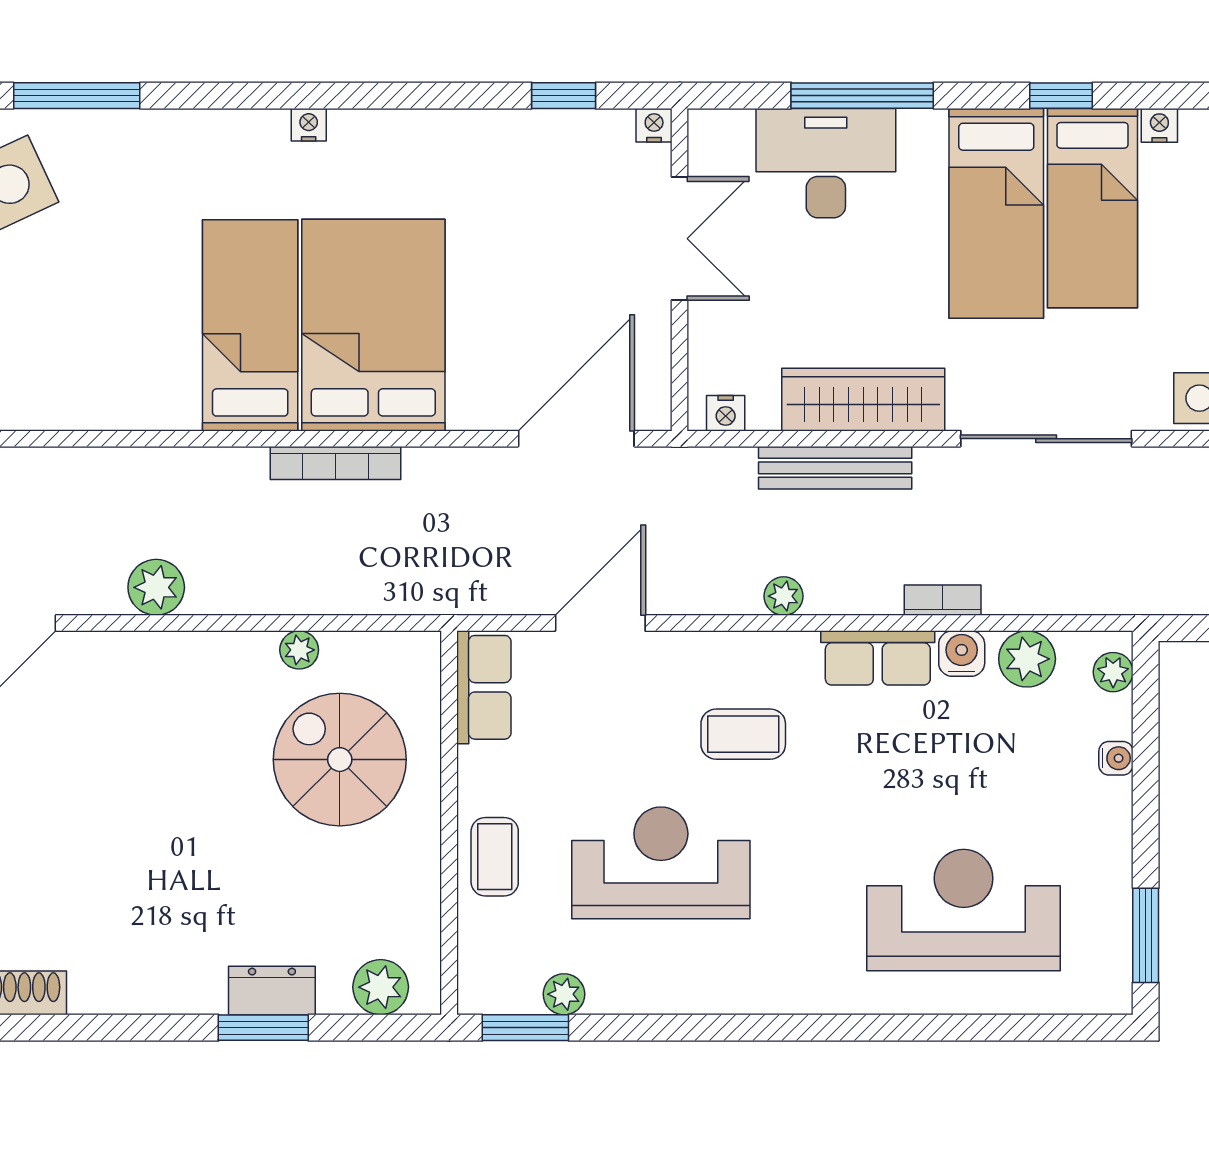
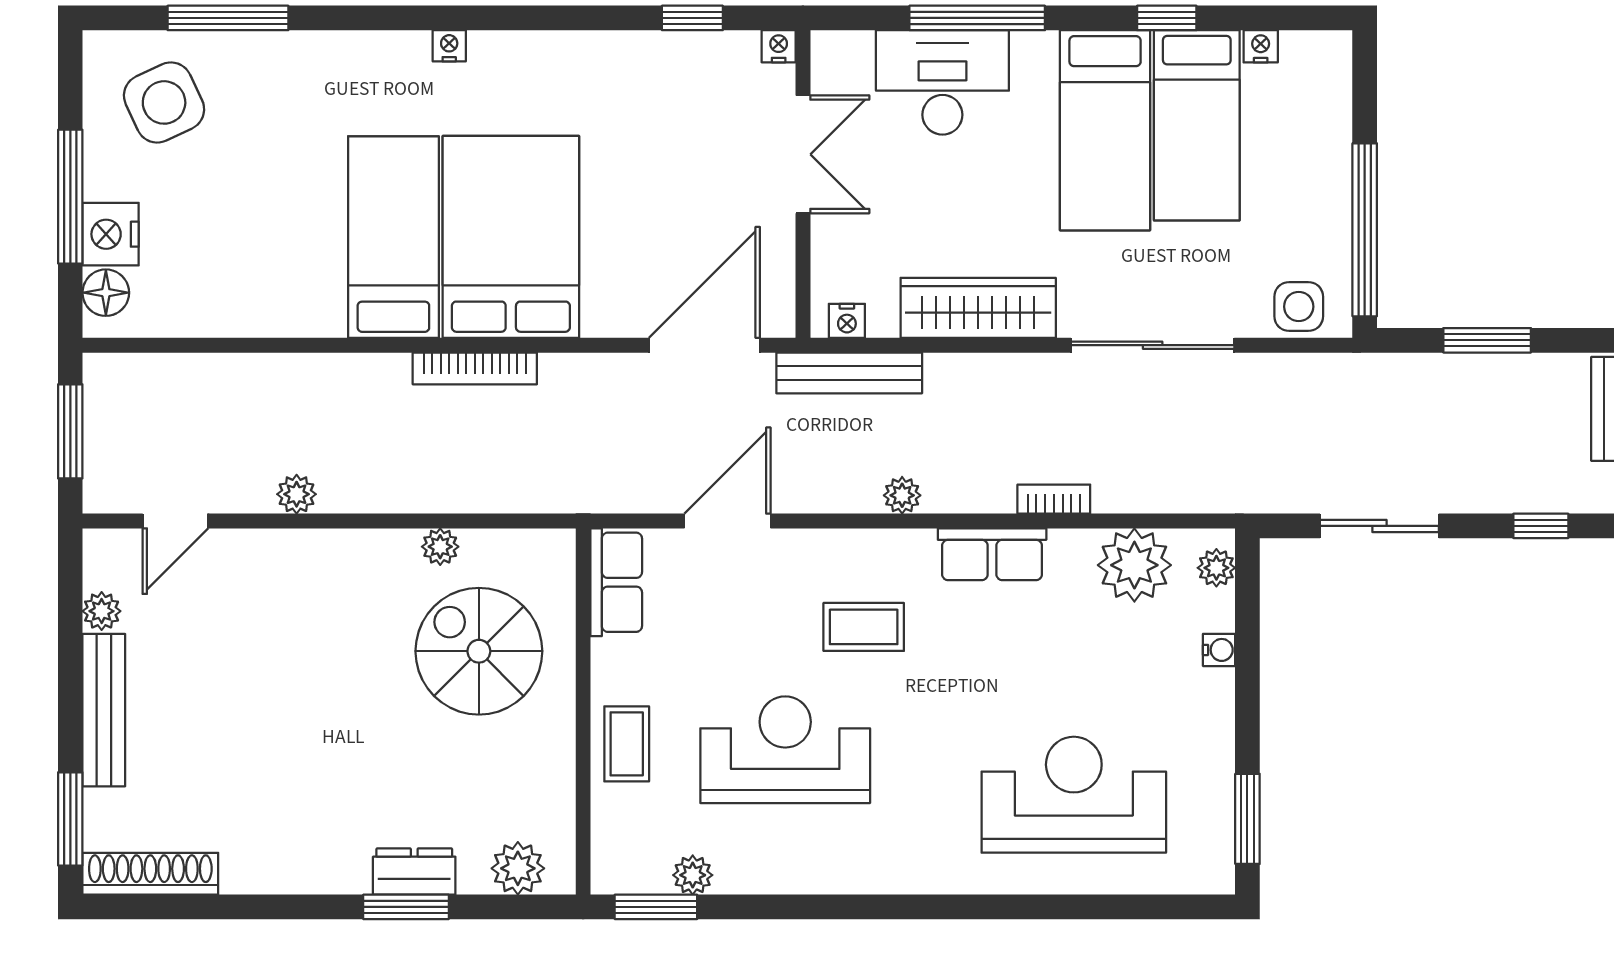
bench: (835, 468) -> (849, 373), moved
plant: (156, 587) -> (297, 494), width x0.73, depth x0.73
water cooler: (962, 654) -> (1072, 550), removed
plant: (1027, 659) -> (1134, 565), width x1.36, depth x1.36

